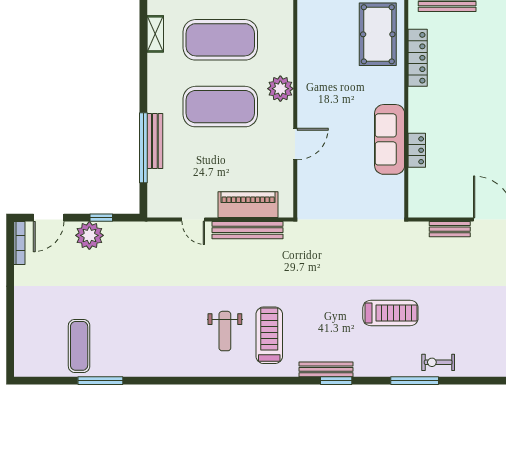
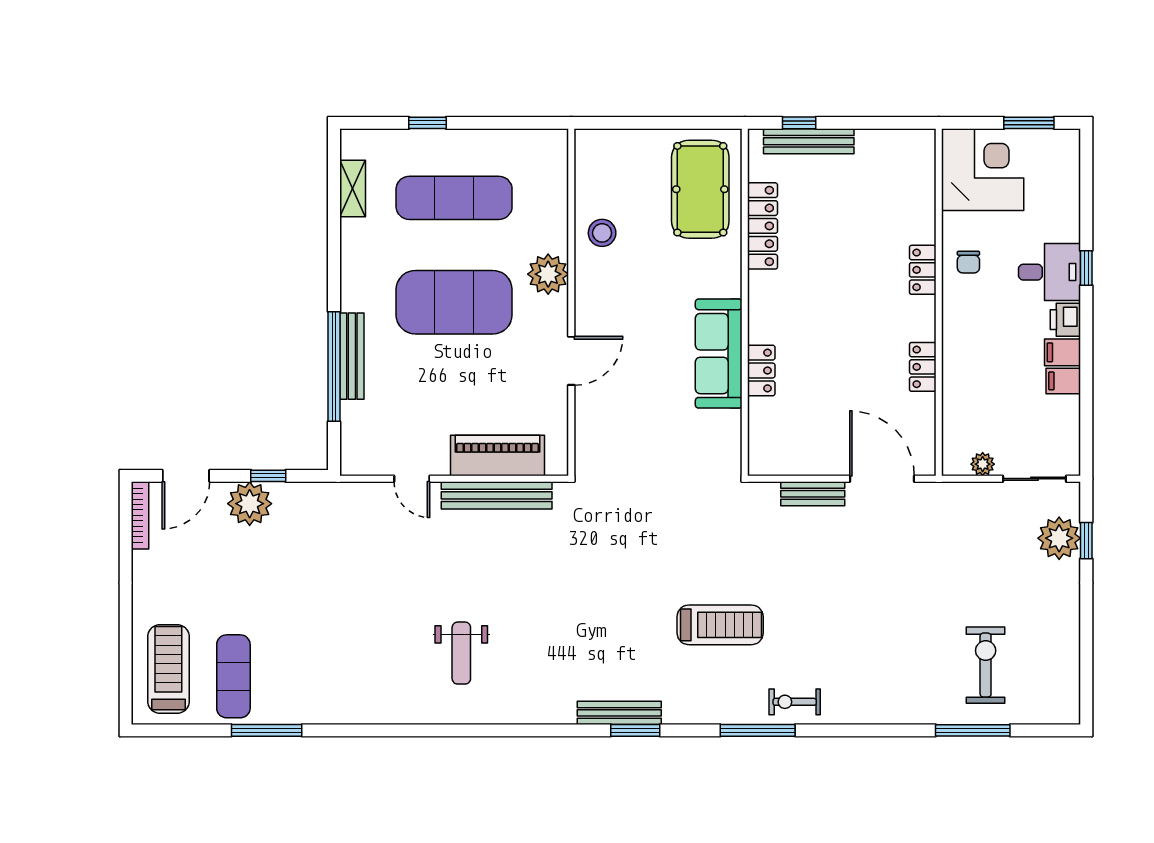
exercise mat: (220, 40) -> (454, 198), width x0.68
stool: (315, 62) -> (602, 233), added
treadmill: (269, 335) -> (168, 669), moved

